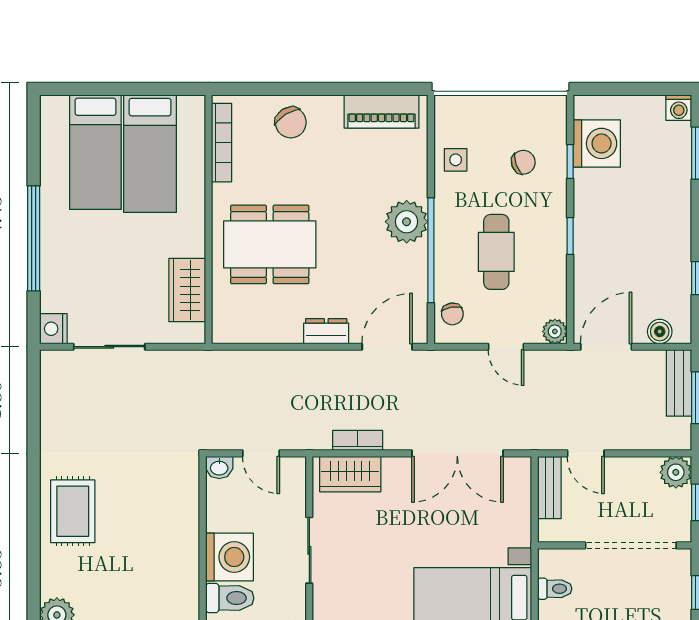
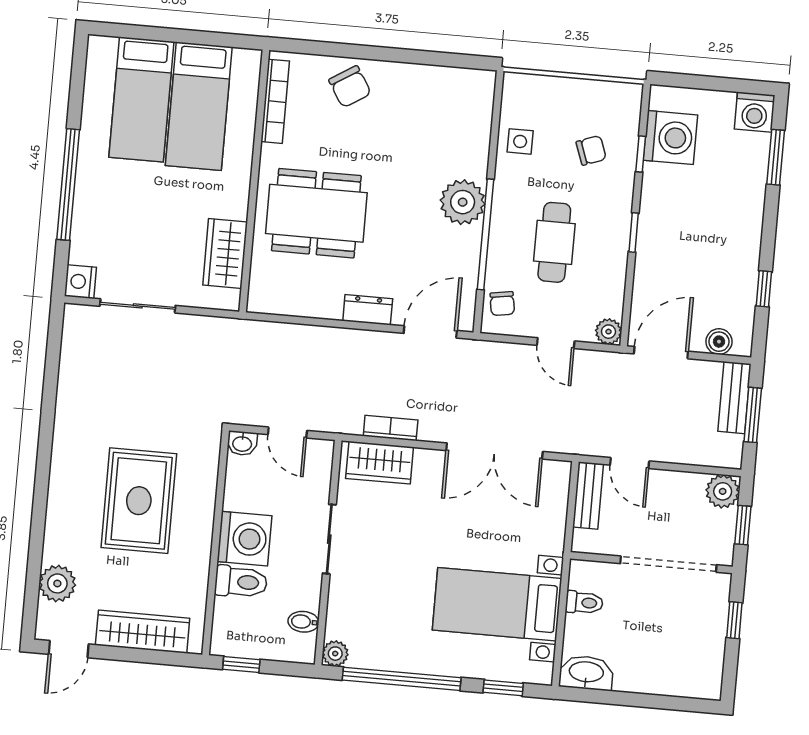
washing machine: (679, 108) -> (755, 112), width x1.38, depth x1.38
piano: (382, 111) -> (447, 84), removed
rug: (73, 511) -> (139, 501), moved, width x1.36, depth x1.43

